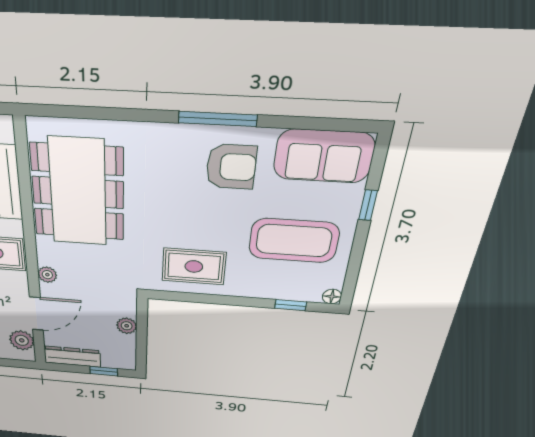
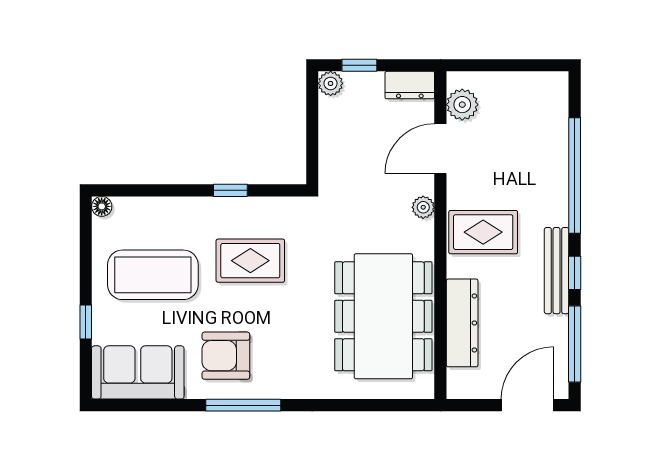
rug: (194, 266) -> (250, 261), moved
window: (291, 305) -> (230, 190), moved
plant: (127, 326) -> (331, 83), moved
dresser: (72, 357) -> (410, 85), width x0.70

